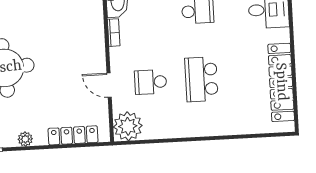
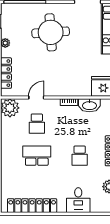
school desk: (151, 82) -> (37, 124), turned 180

